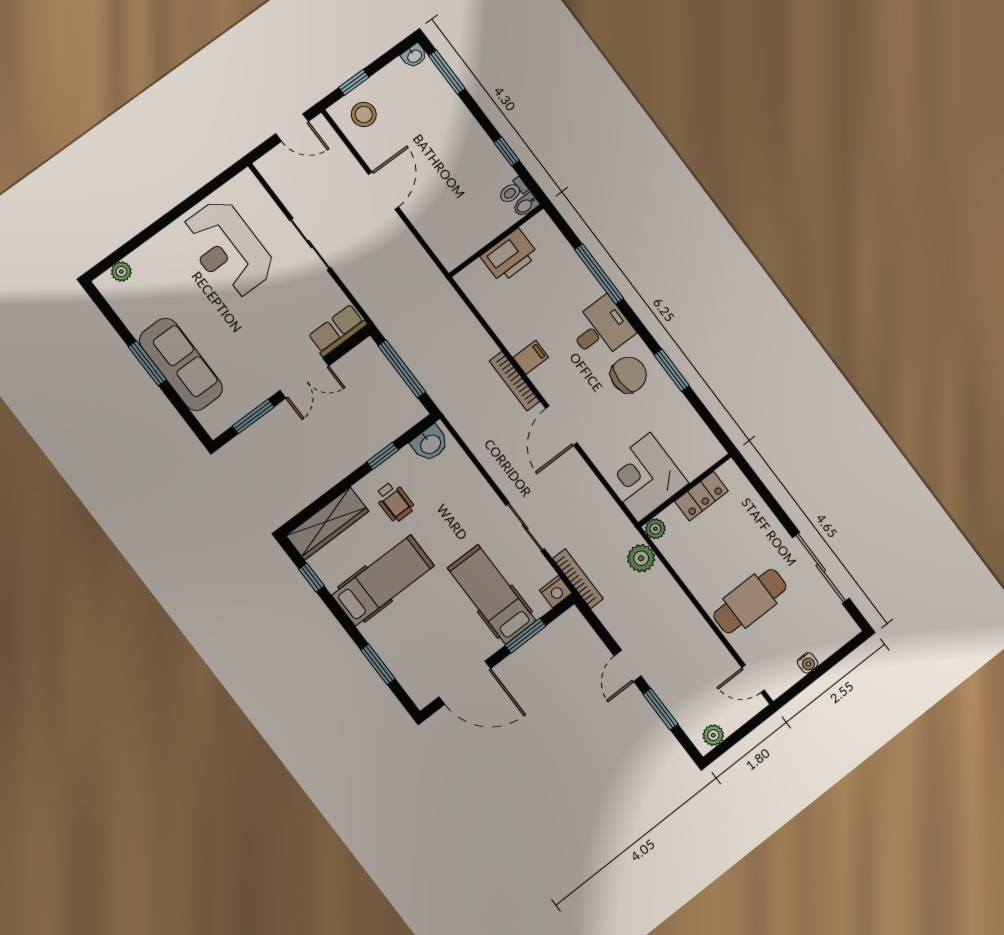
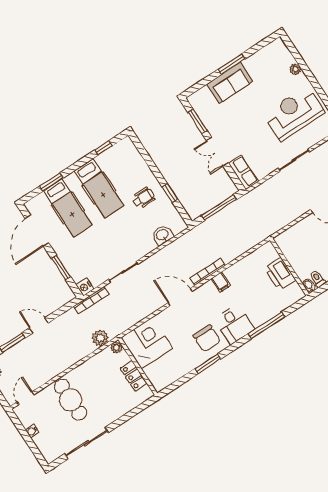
plant: (121, 272) -> (295, 69), moved
sofa: (181, 364) -> (230, 83), width x0.73
washbasin: (430, 444) -> (162, 235), moved, turned 90
wheelchair: (394, 502) -> (143, 198), turned 180
wardrobe: (327, 524) -> (134, 159), removed
hospital bed: (492, 594) -> (68, 208), moved, turned 90

